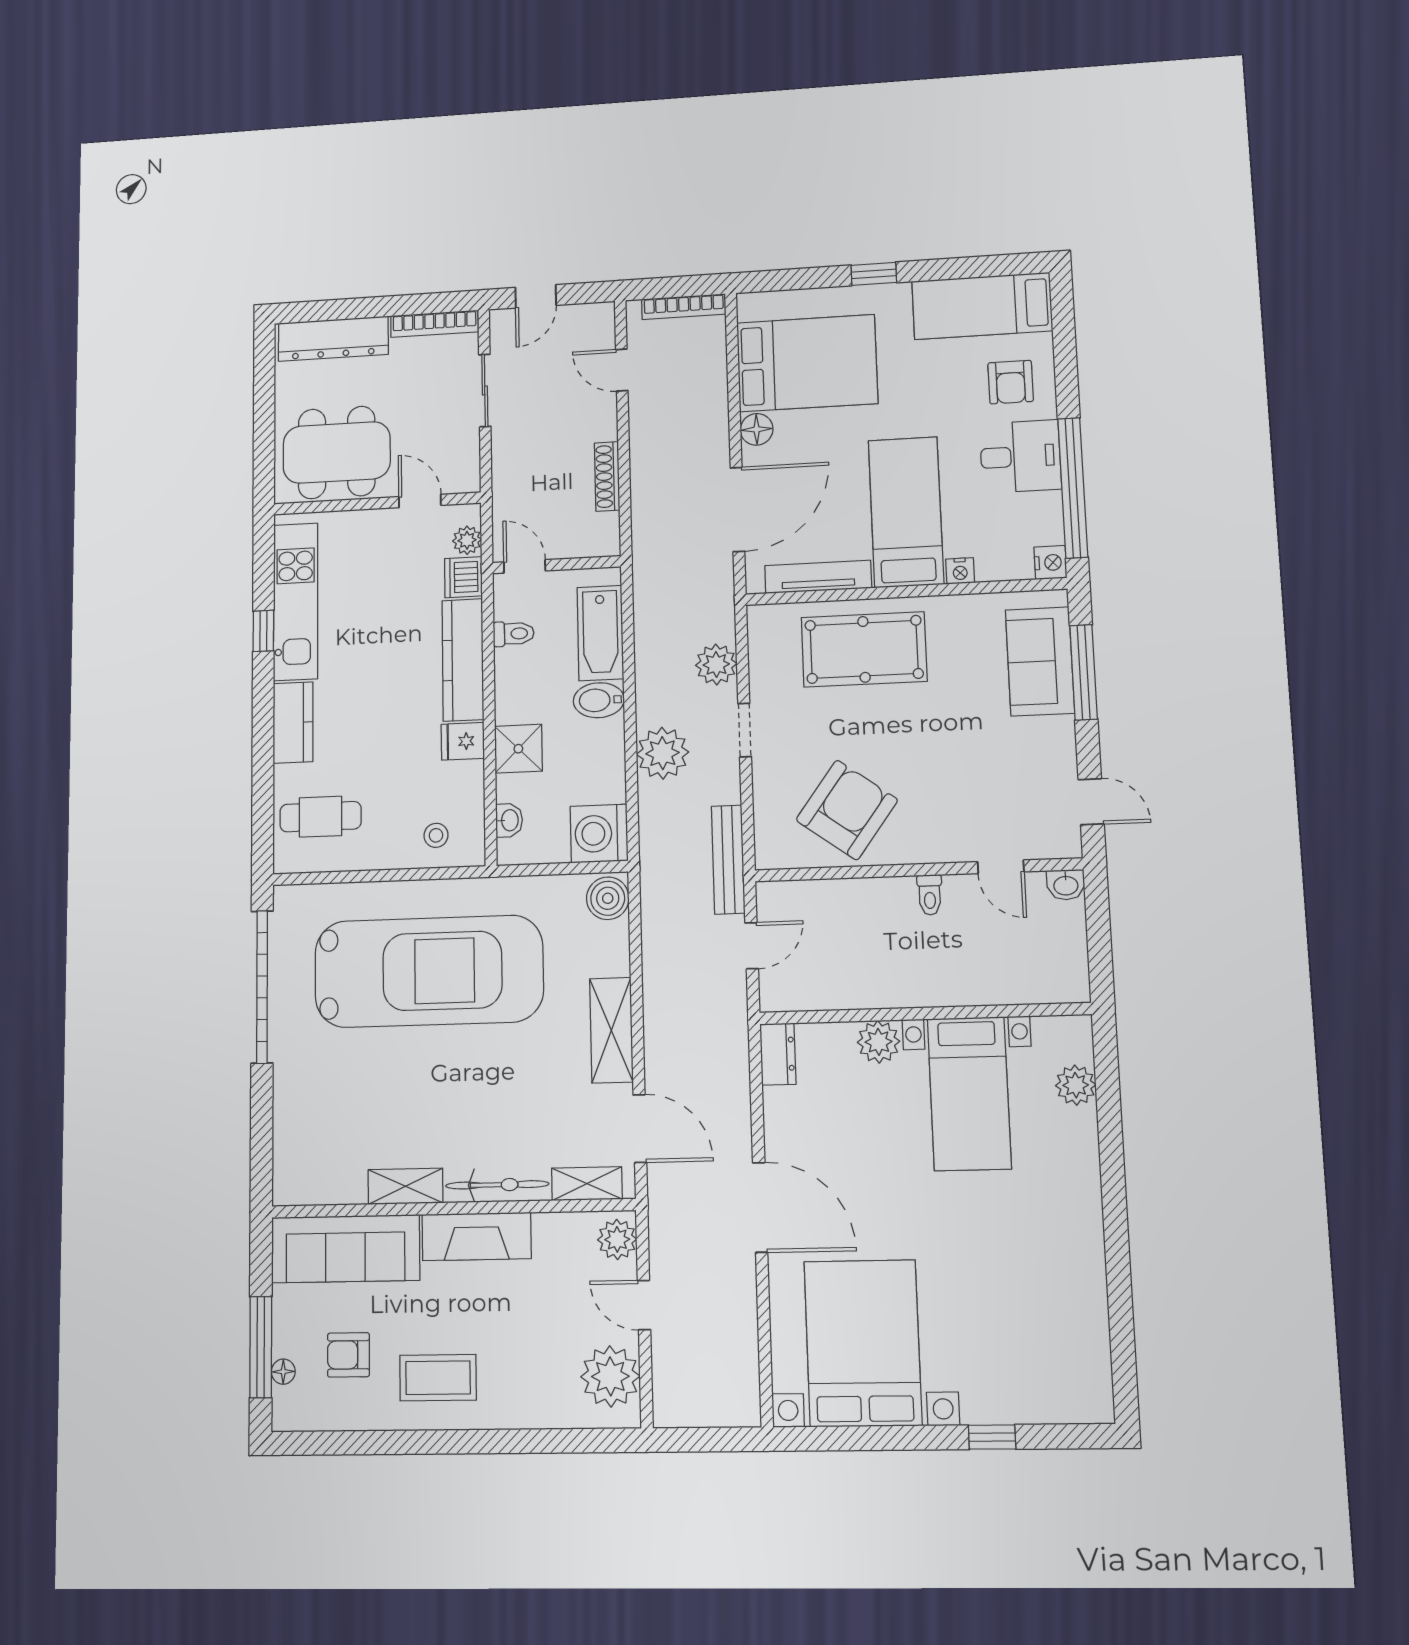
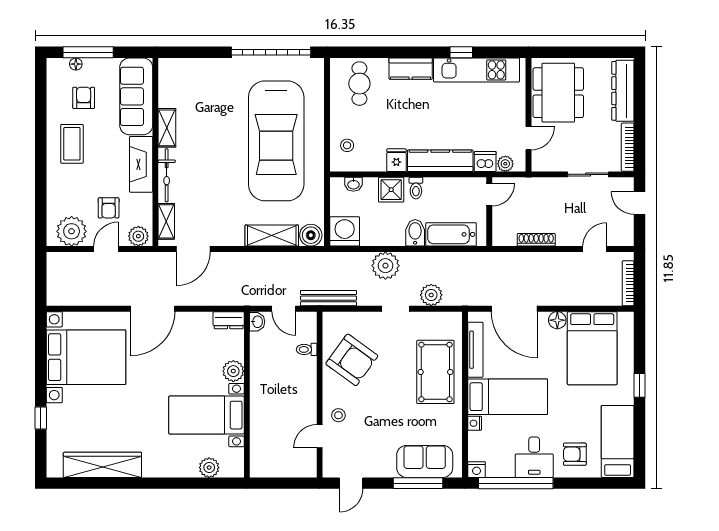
toilet: (514, 634) -> (416, 188), moved
stool: (957, 831) -> (338, 415), added
washbasin: (1066, 885) -> (257, 322), moved, turned 180
toilet: (930, 895) -> (307, 349), moved
shelving: (611, 1030) -> (272, 236), moved
armchair: (563, 1301) -> (109, 208), added
wardrobe: (1082, 1306) -> (102, 465), added

